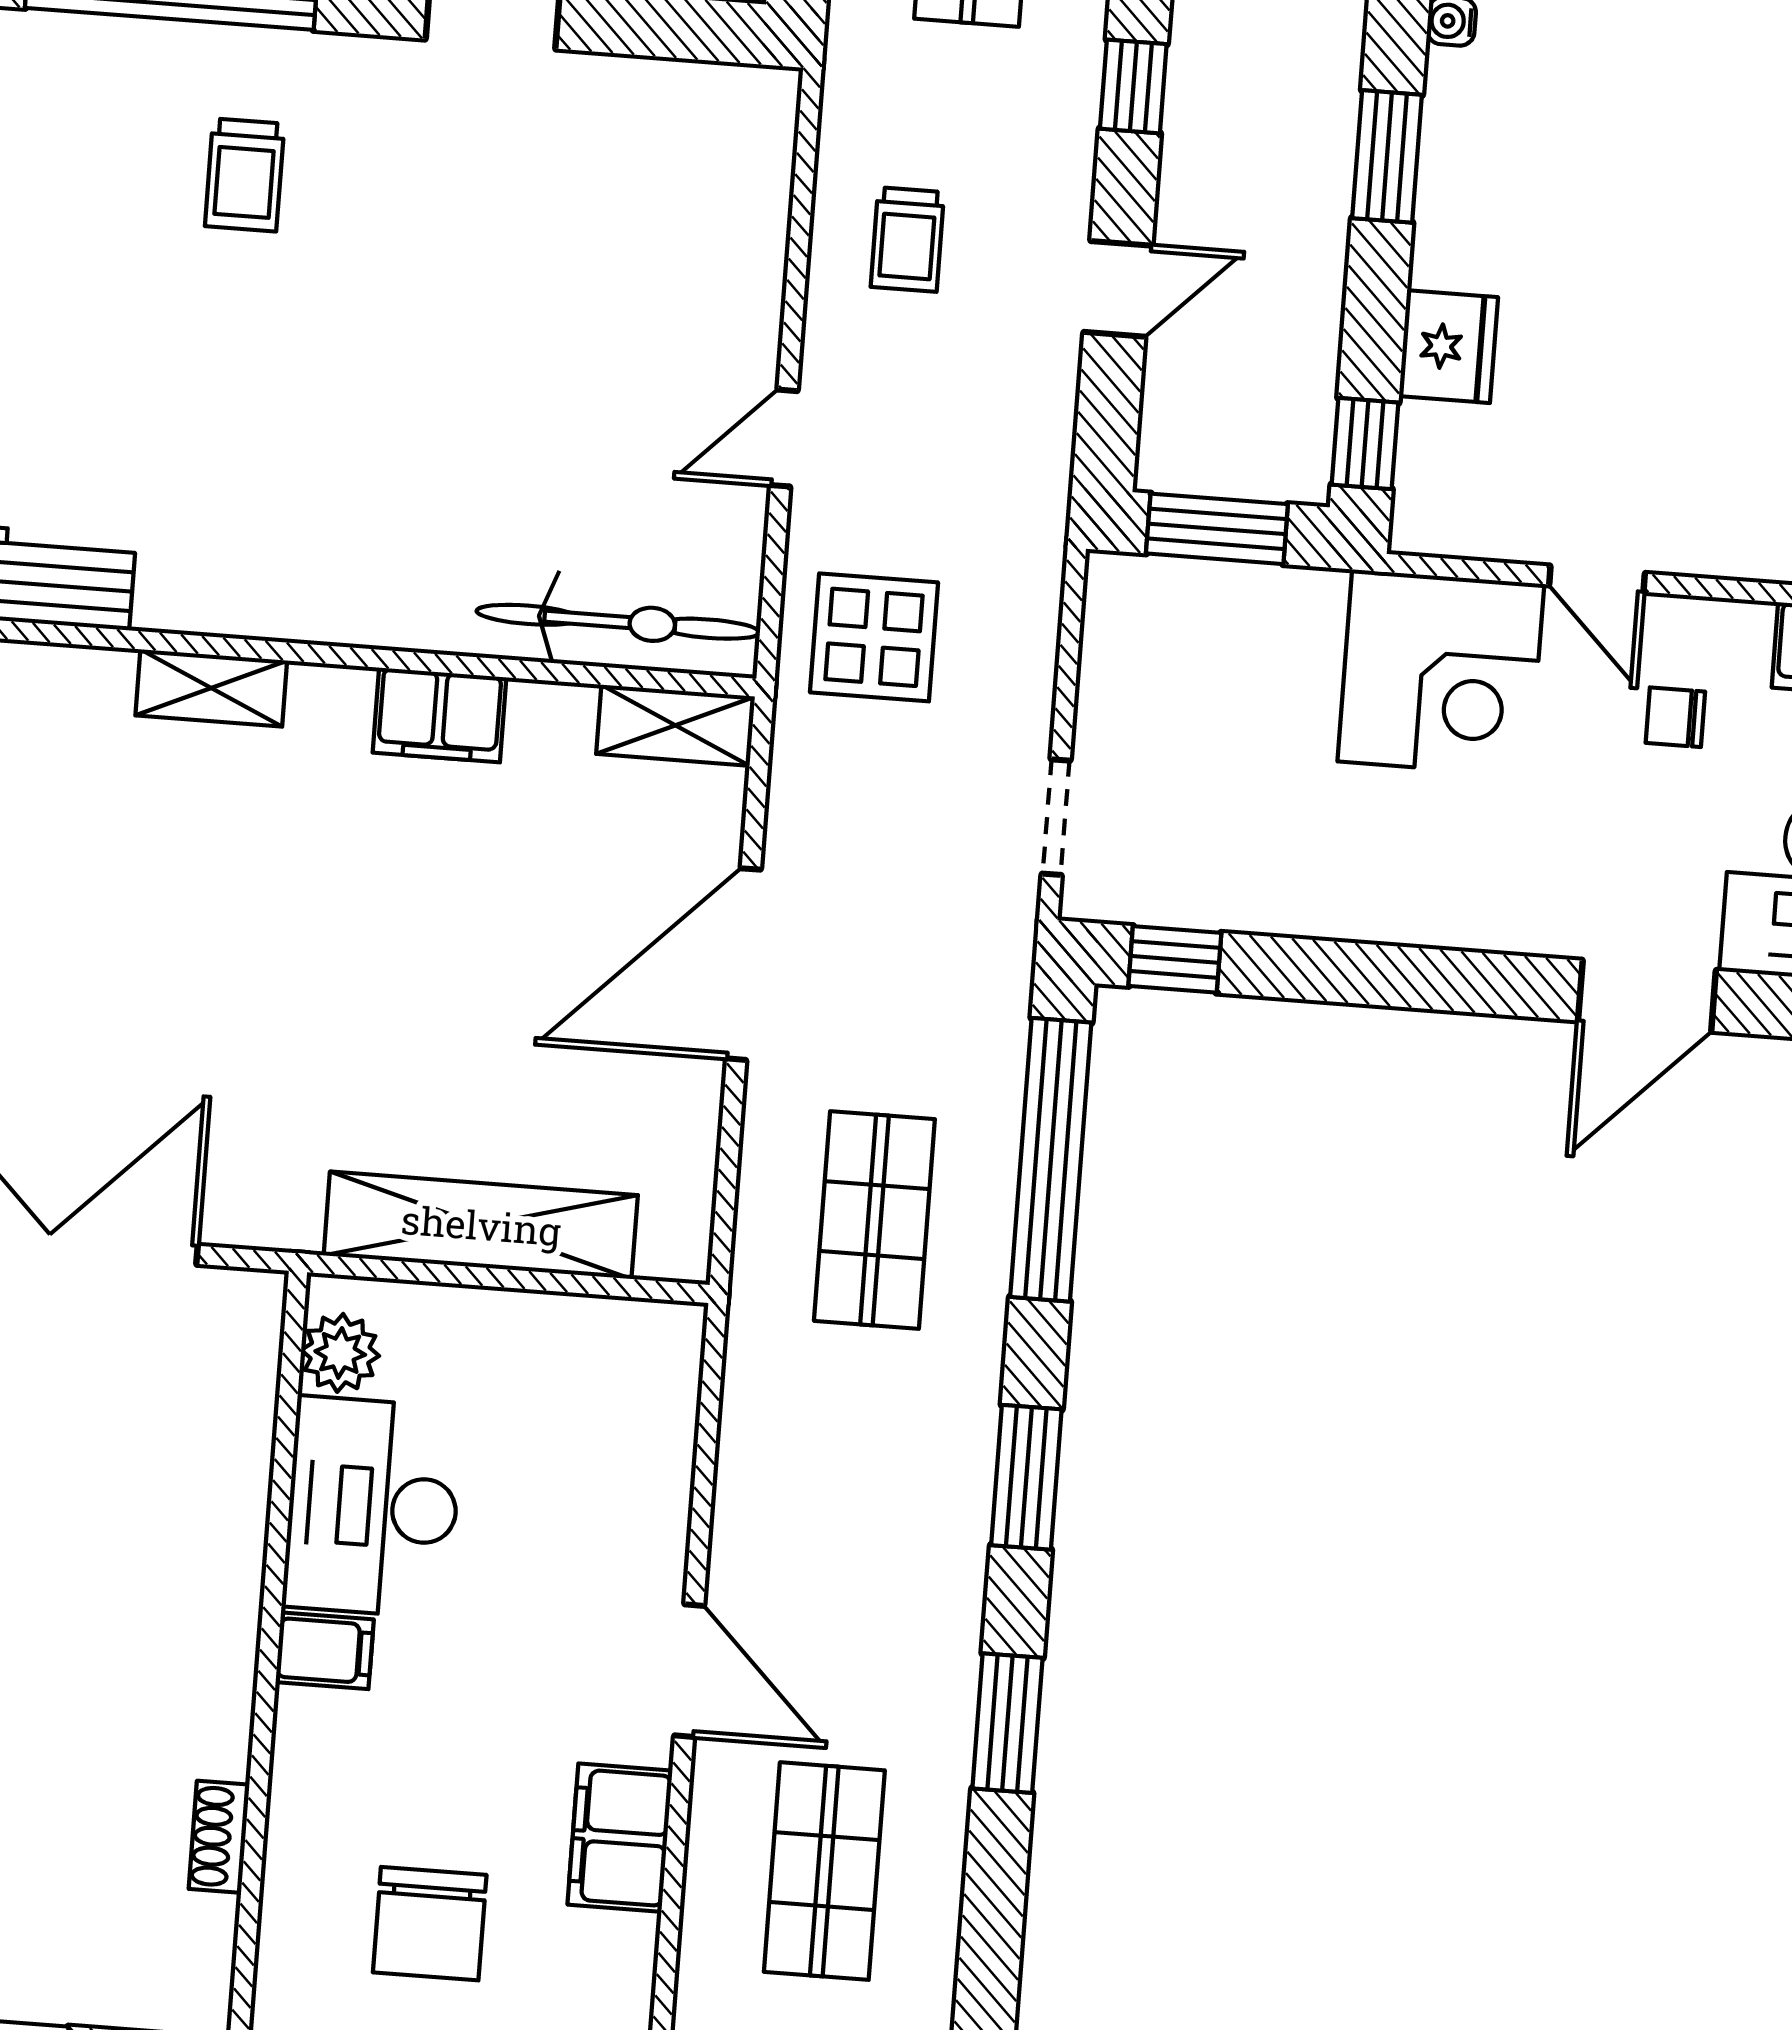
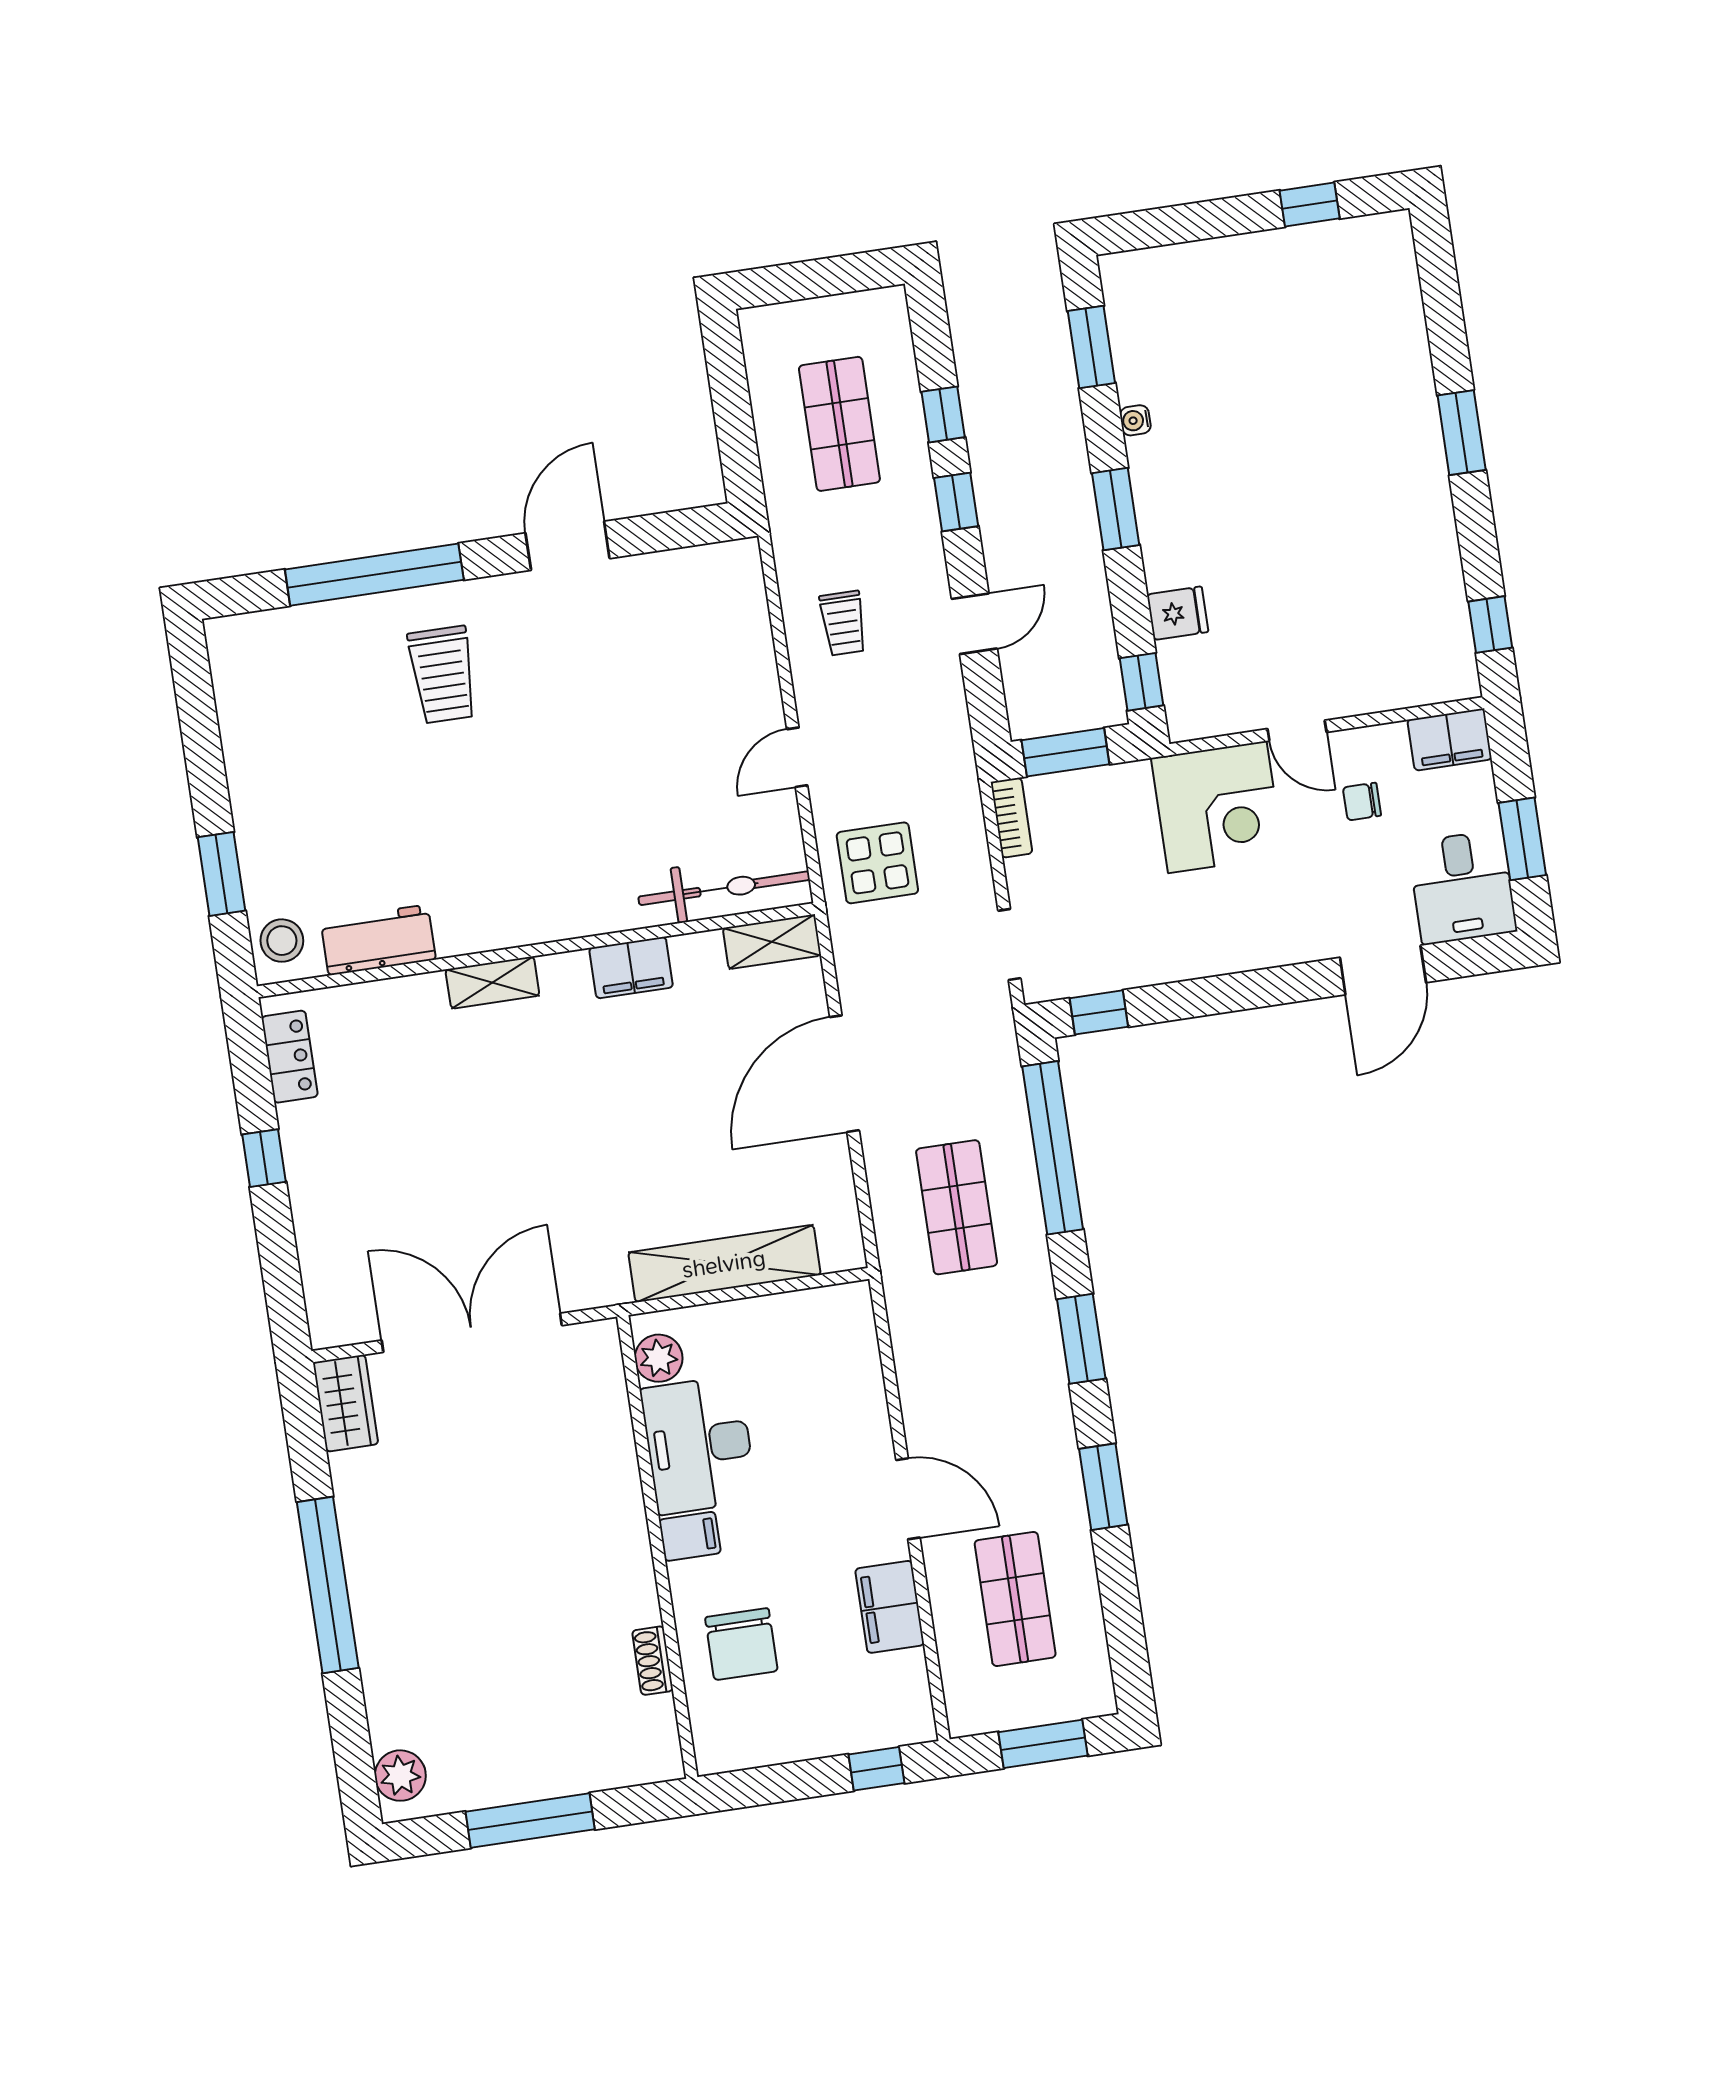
trolley: (245, 175) -> (443, 675), width x1.36, depth x1.39
fridge: (1448, 347) -> (1178, 613), width x0.72
bookcase: (1106, 614) -> (1012, 818), added
chair: (430, 1924) -> (741, 1644), moved

